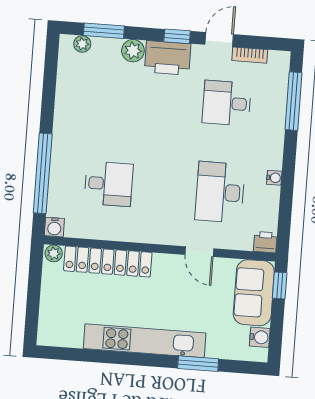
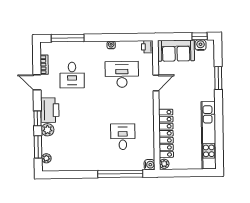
window: (177, 36) -> (38, 118), moved
desk: (220, 192) -> (122, 74), turned 180
window: (280, 285) -> (200, 36), moved
kitchen unit: (145, 341) -> (209, 135), moved

